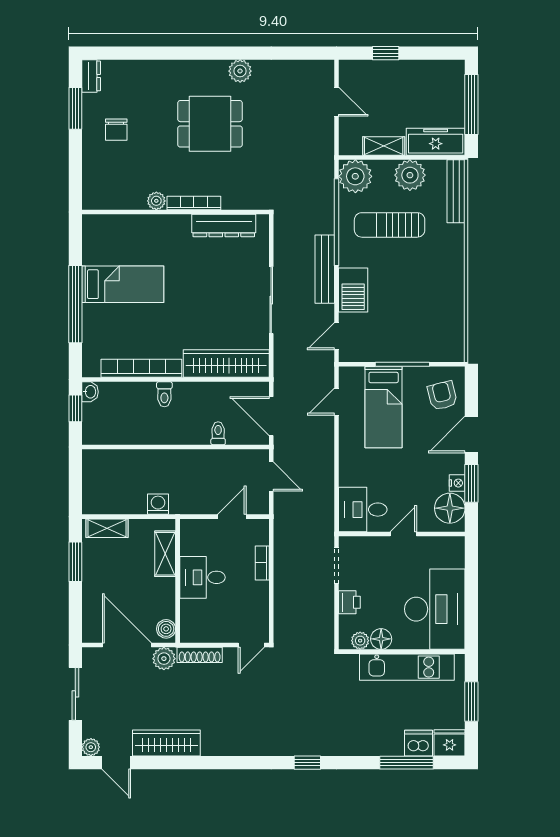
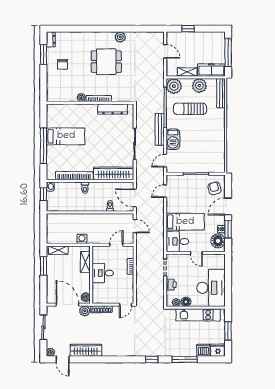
bed: (384, 407) -> (185, 222), moved, turned -90
door: (403, 534) -> (196, 253), swing flipped
window: (407, 763) -> (185, 359), moved

